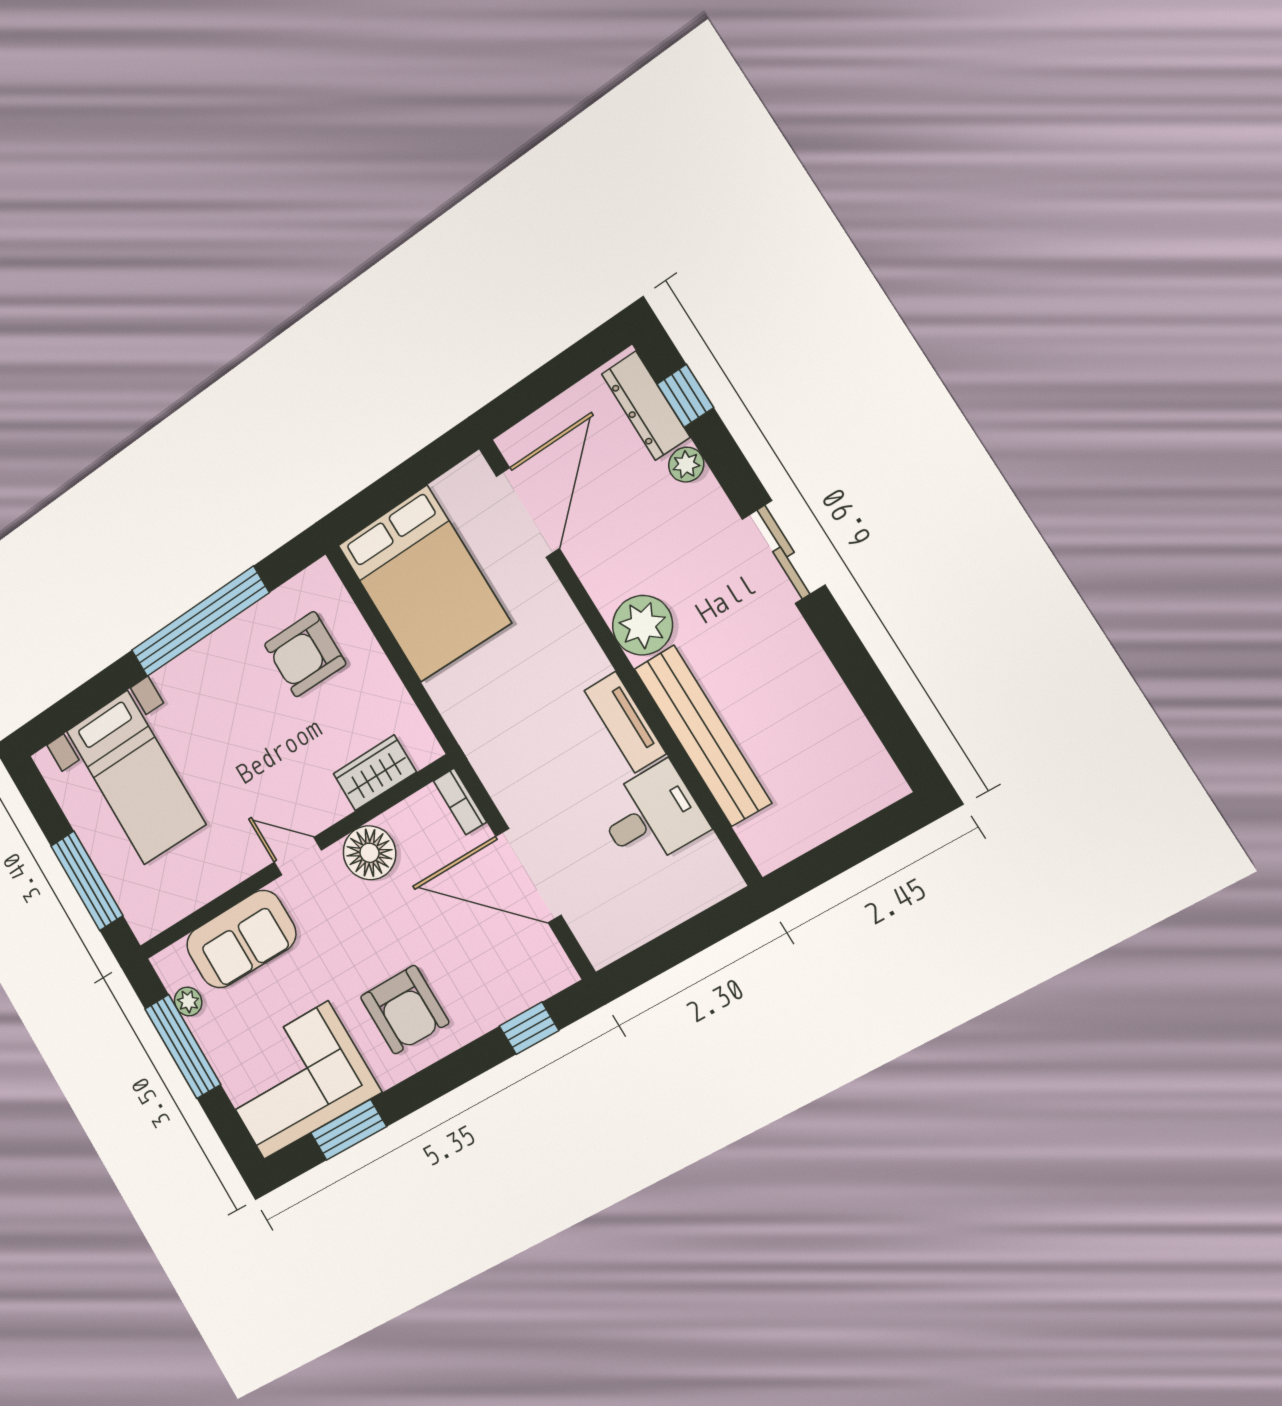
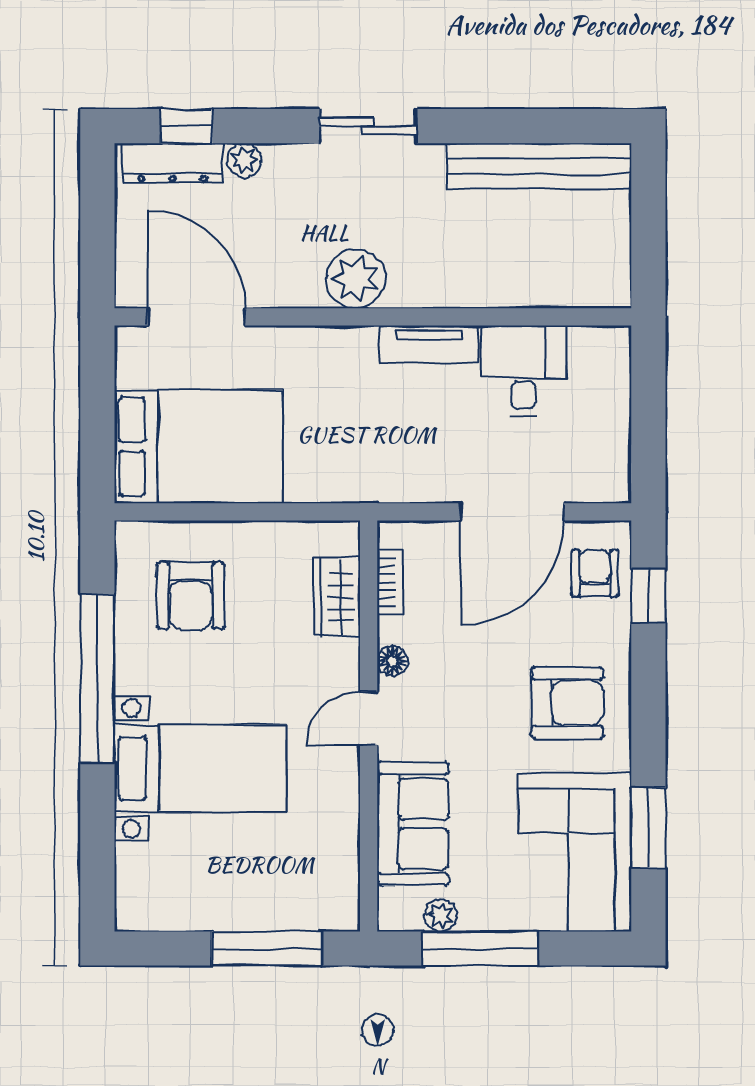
bench: (703, 736) -> (539, 166), moved
bed with nightstands: (136, 778) -> (200, 769), moved
bookcase: (460, 801) -> (390, 582), moved, turned -90
floor lamp: (369, 853) -> (392, 661), width x0.53, depth x0.53
armchair: (520, 974) -> (595, 573), added

